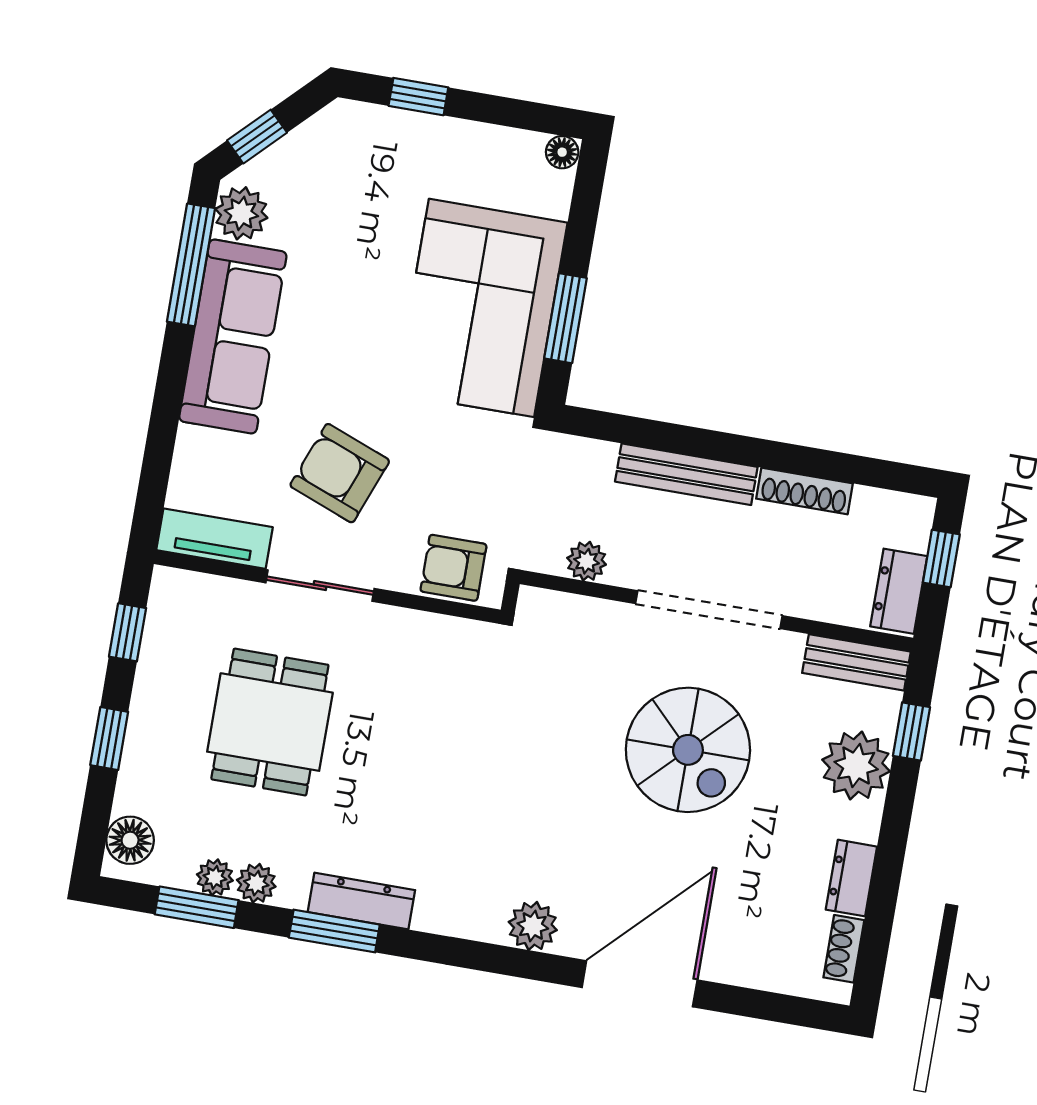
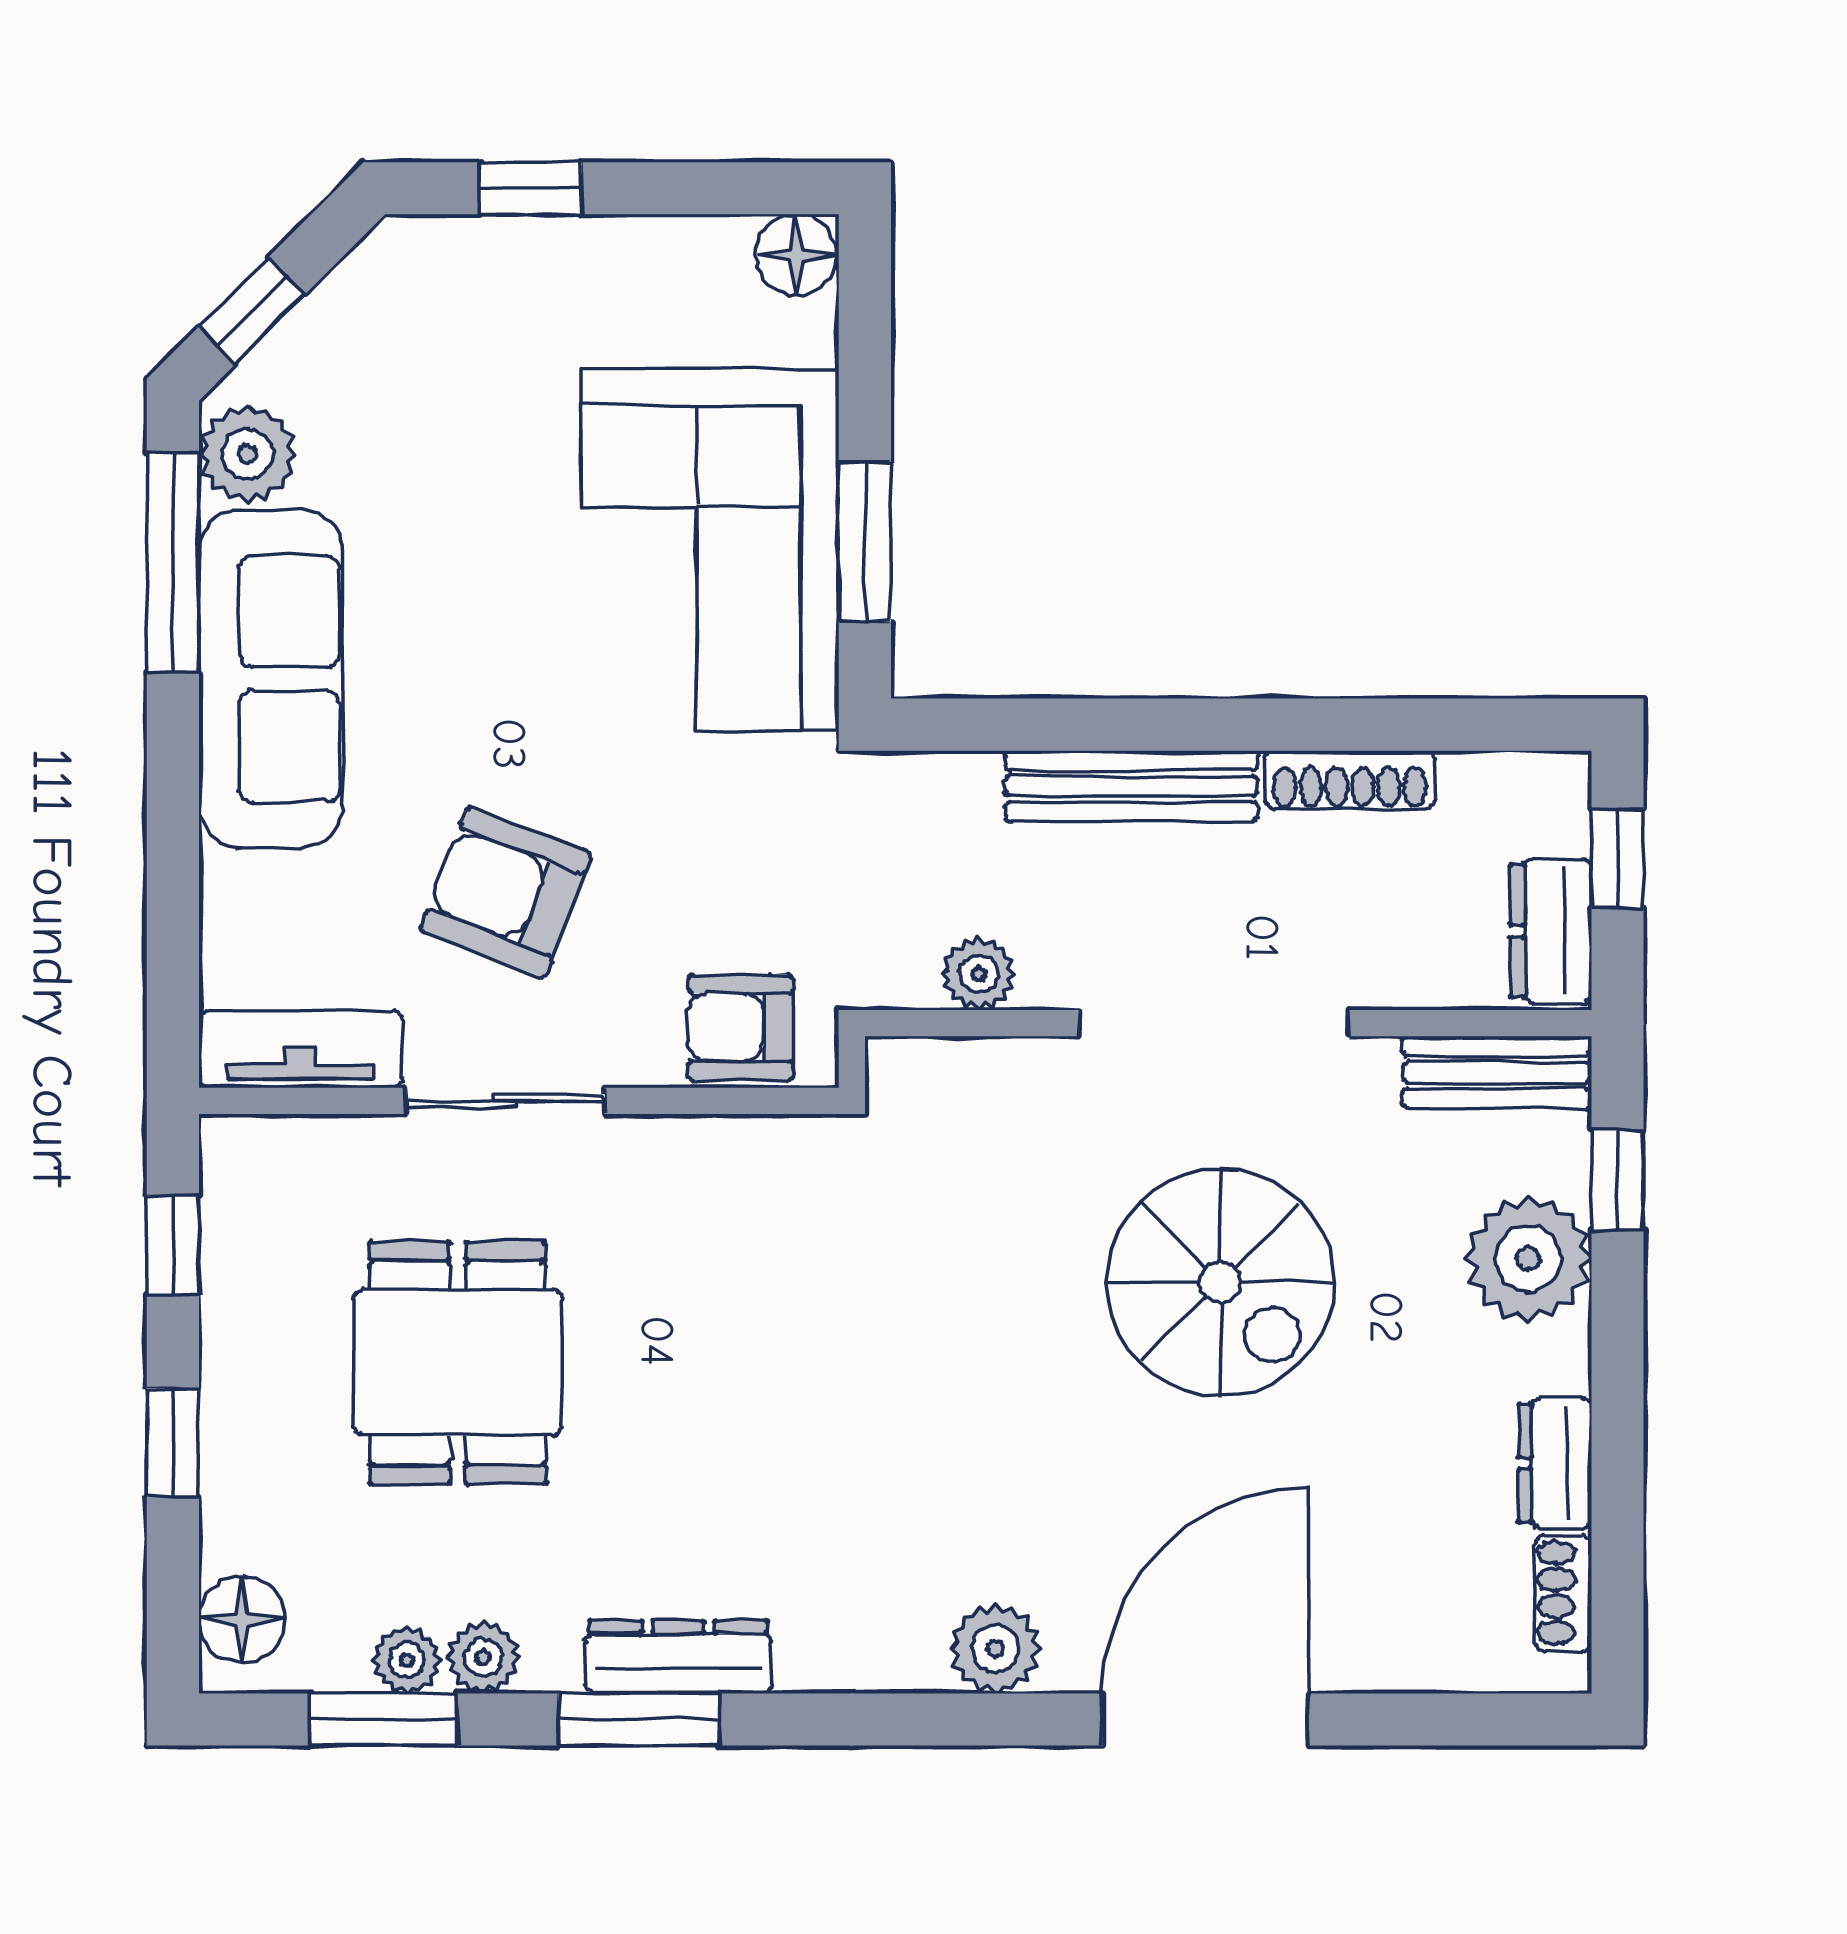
floor lamp: (562, 152) -> (796, 255), width x1.37, depth x1.37

